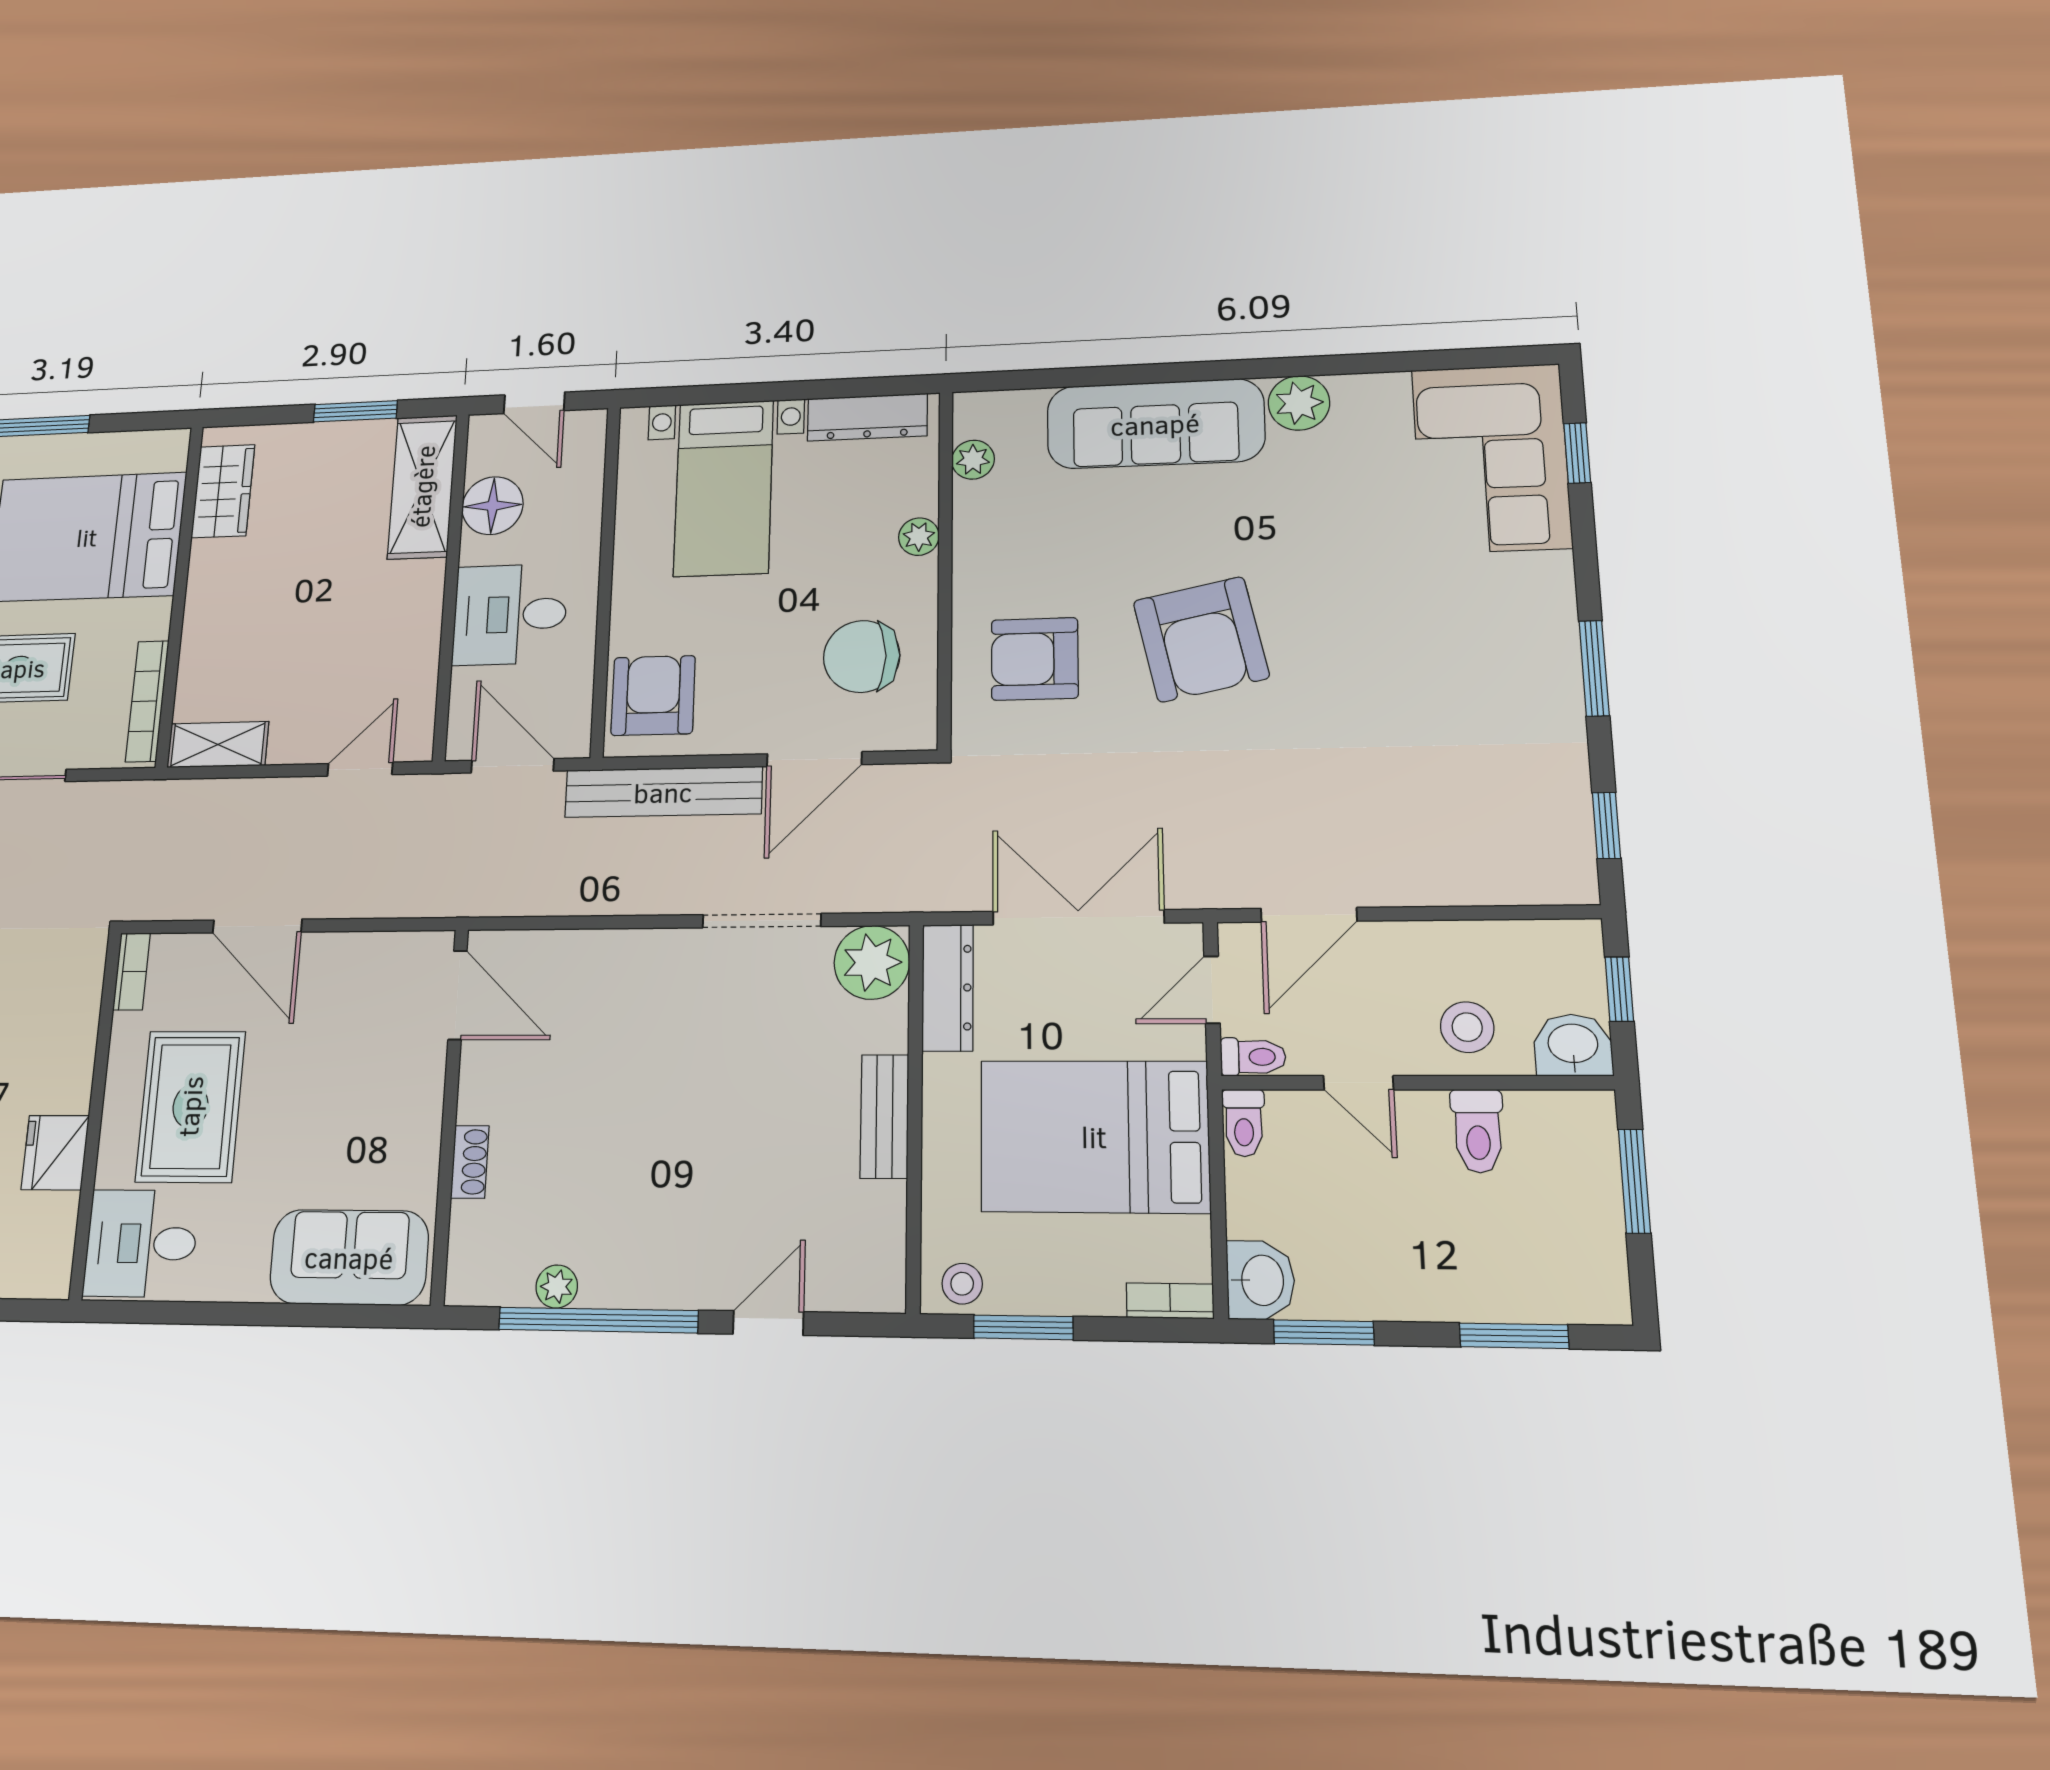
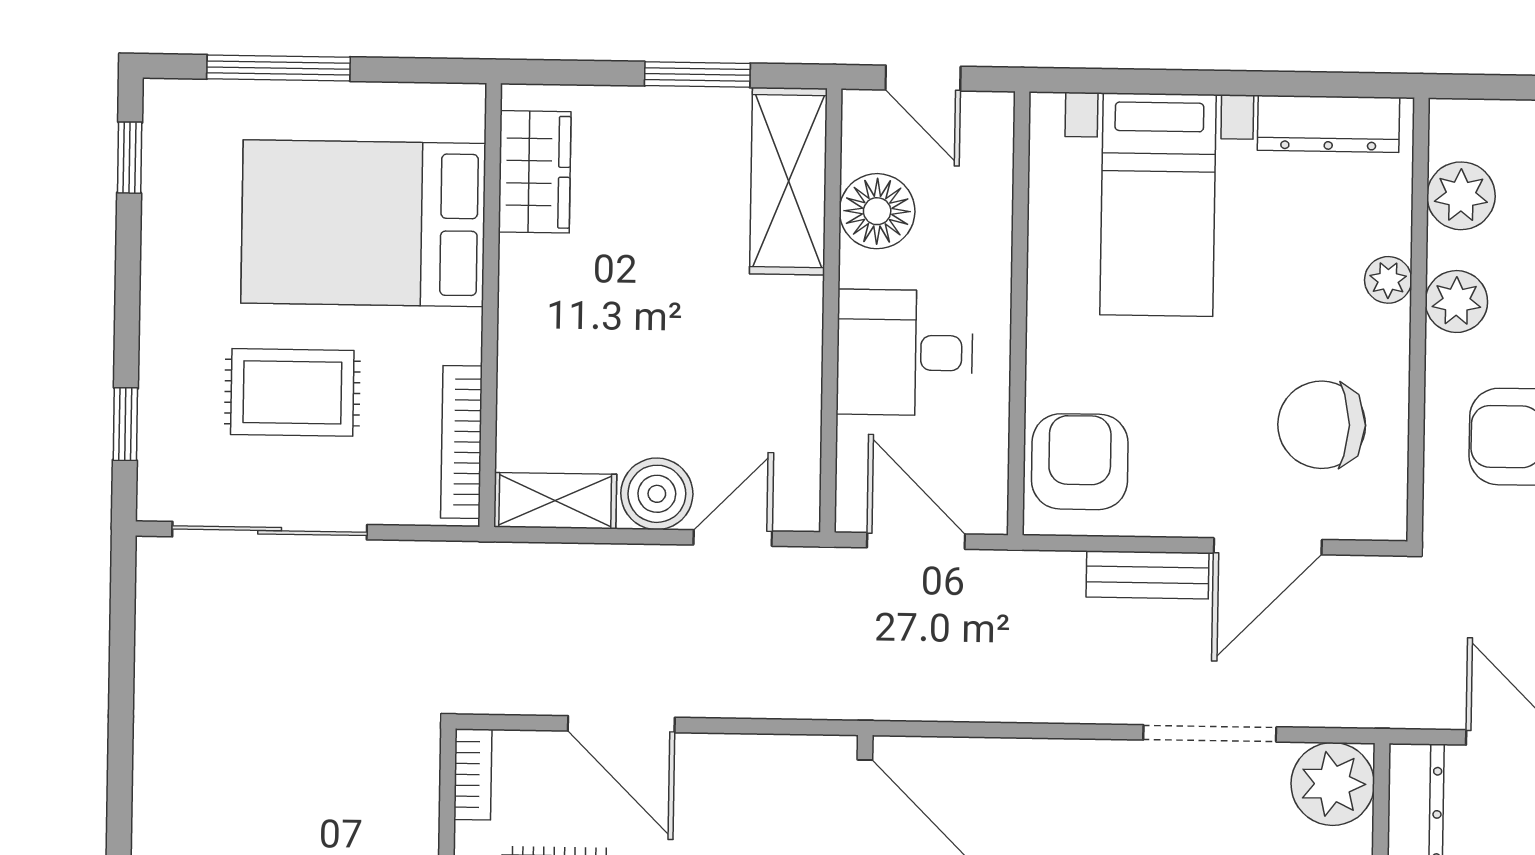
plant: (973, 460) -> (1461, 196), width x1.38, depth x1.38
plant: (978, 551) -> (1456, 302), added
boiler: (300, 736) -> (657, 494), added
bench: (663, 792) -> (1147, 575), width x0.54, depth x0.82

